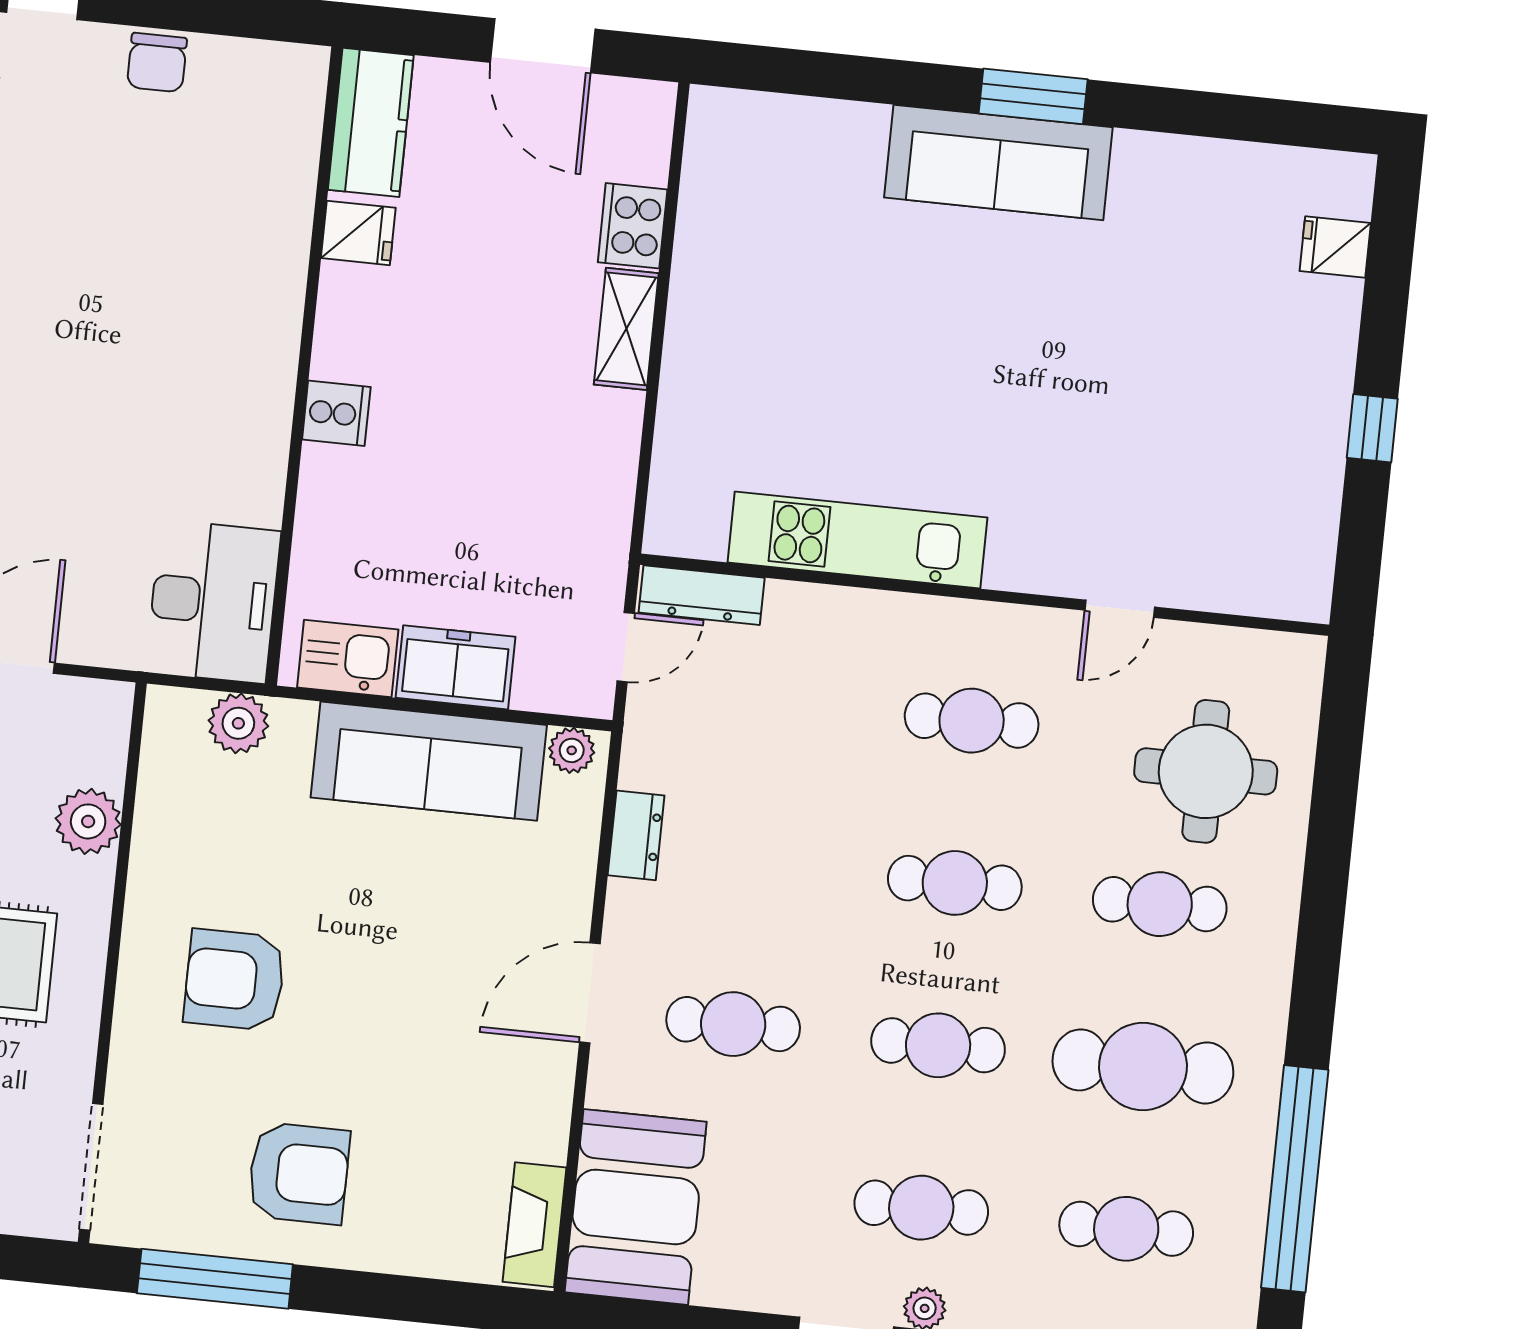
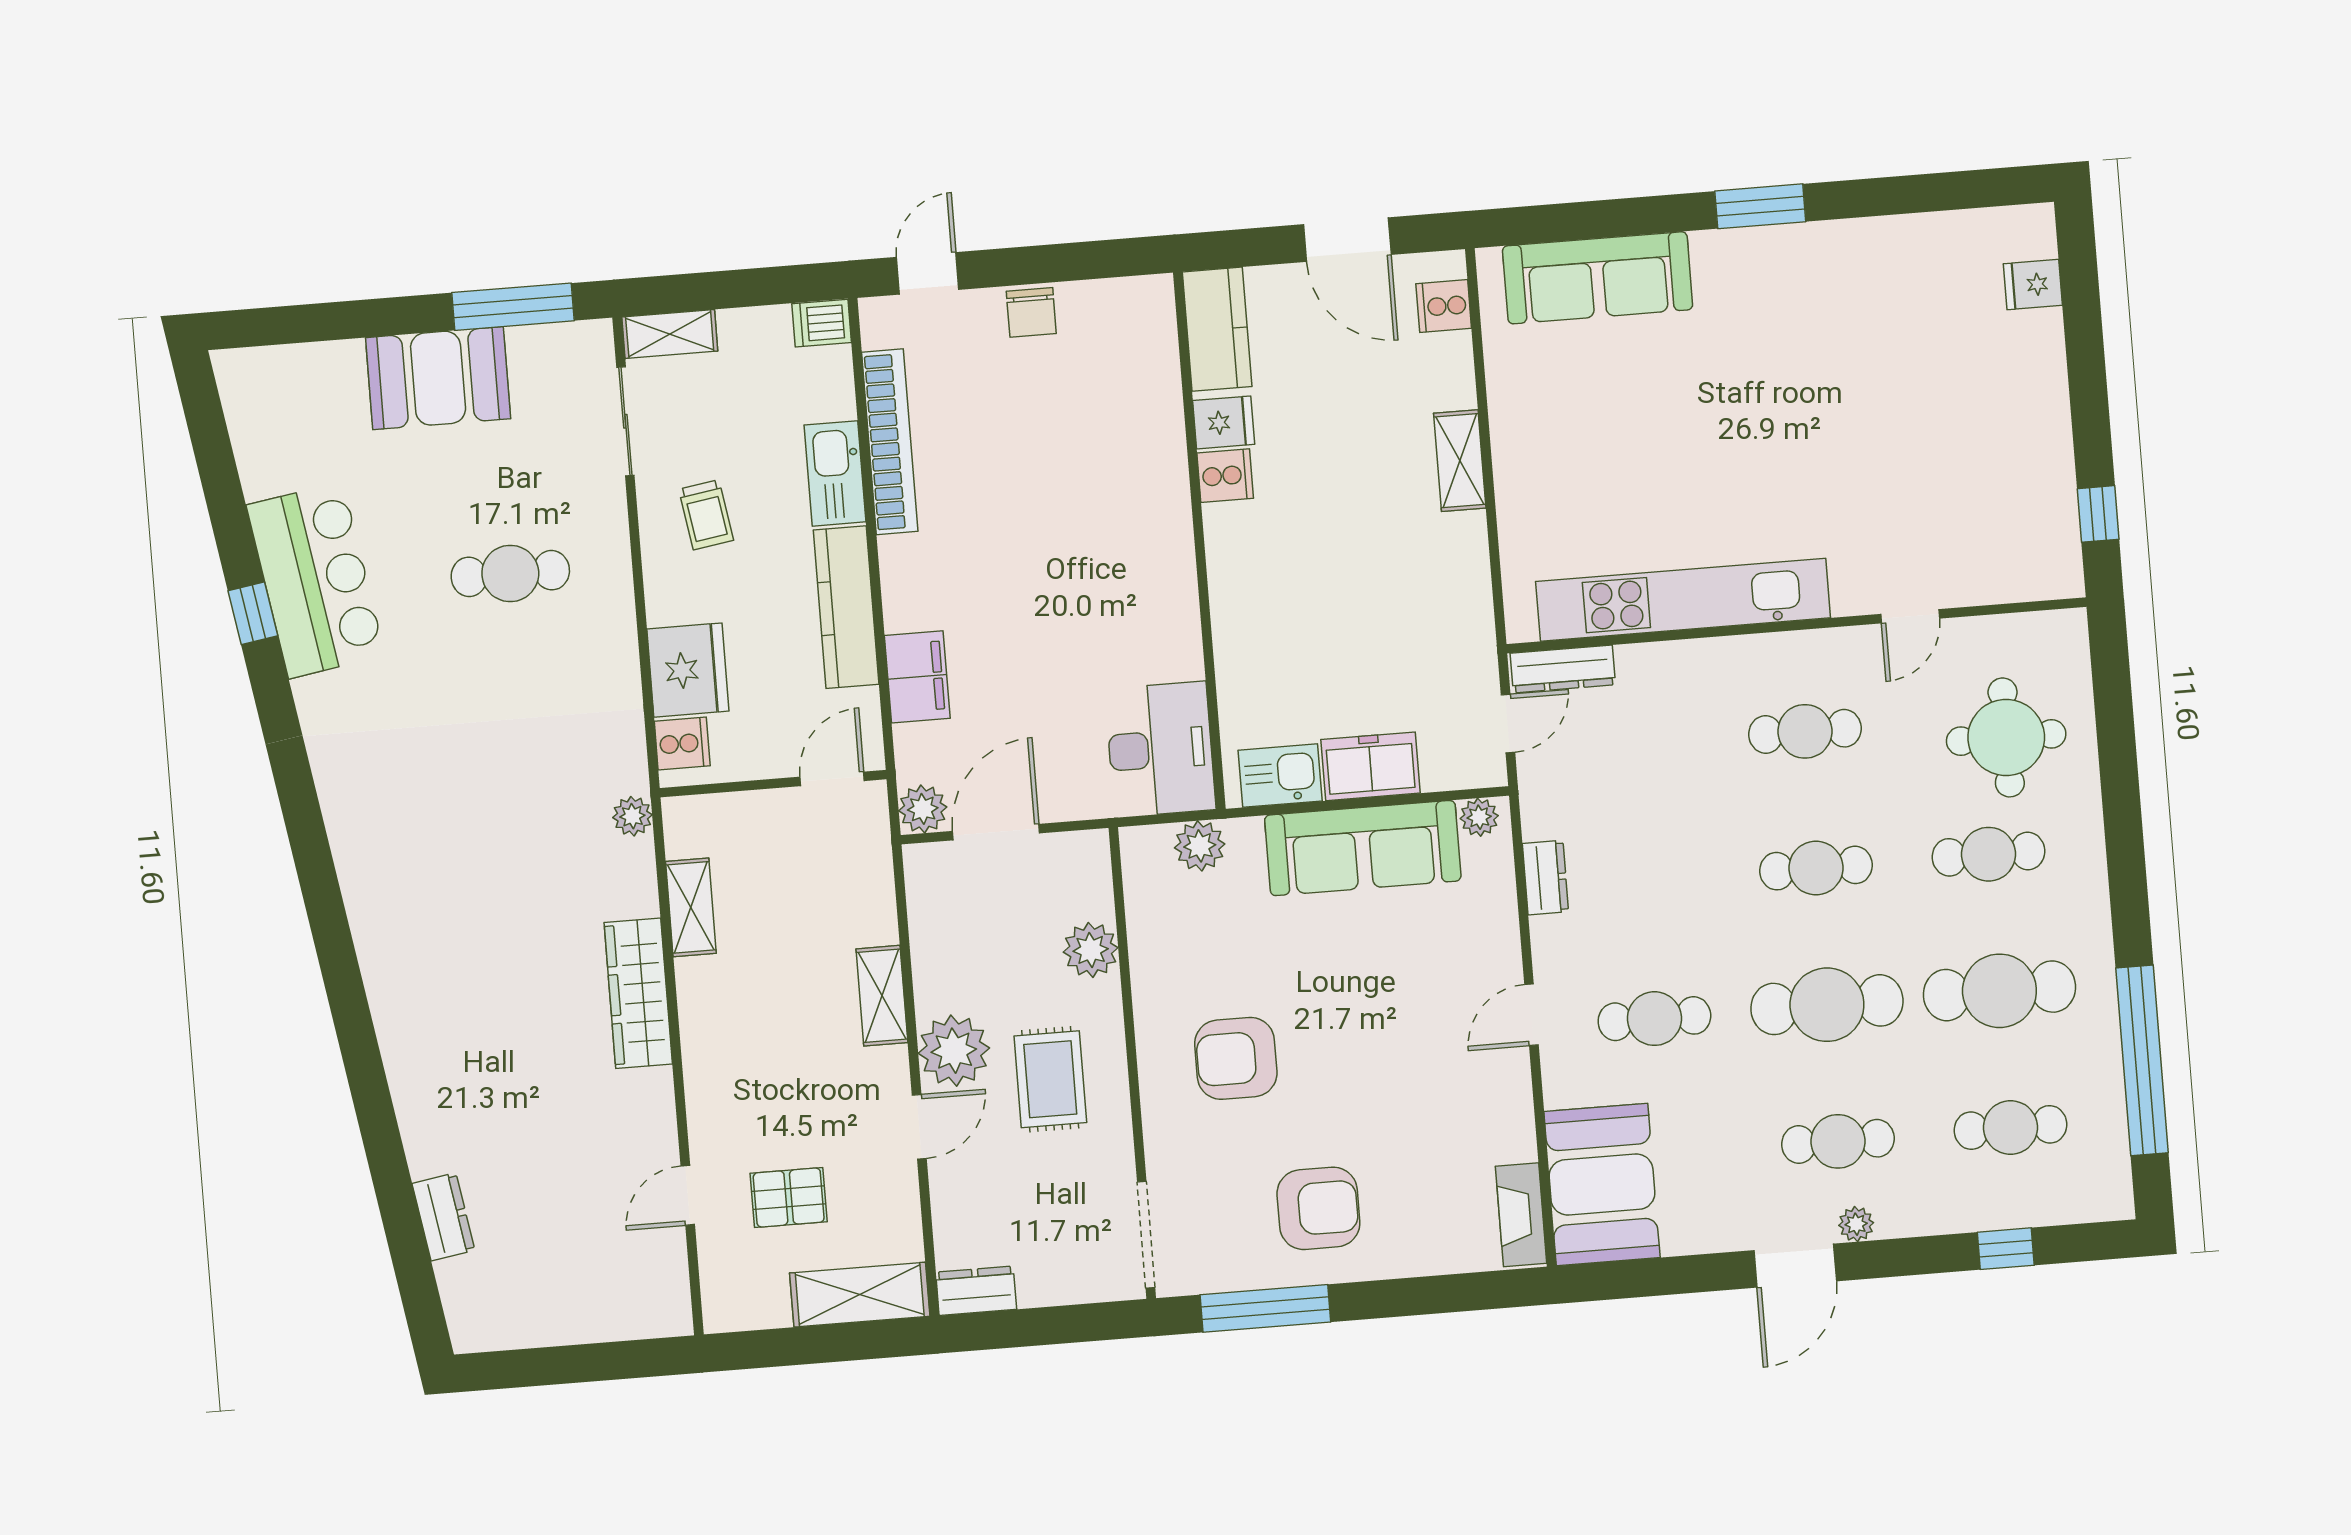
sofa: (998, 162) -> (1598, 278), moved
cooker: (633, 226) -> (1444, 306), moved, width x0.73
cooker: (336, 413) -> (1225, 476), moved
window: (1372, 428) -> (2098, 514), moved
kitchen unit: (857, 540) -> (1683, 600), width x1.36
door: (590, 993) -> (1531, 1015), width x0.73
cafe table: (938, 1045) -> (1827, 1005), width x1.37, depth x1.35

